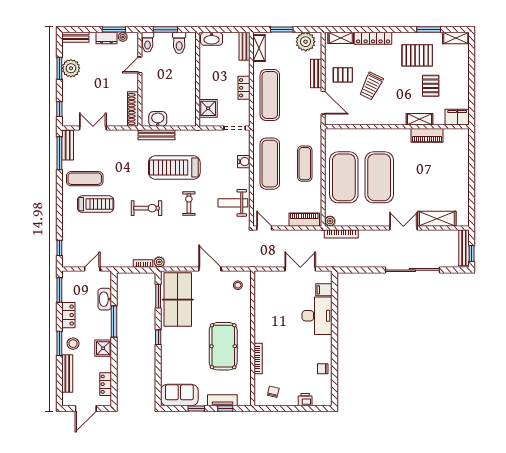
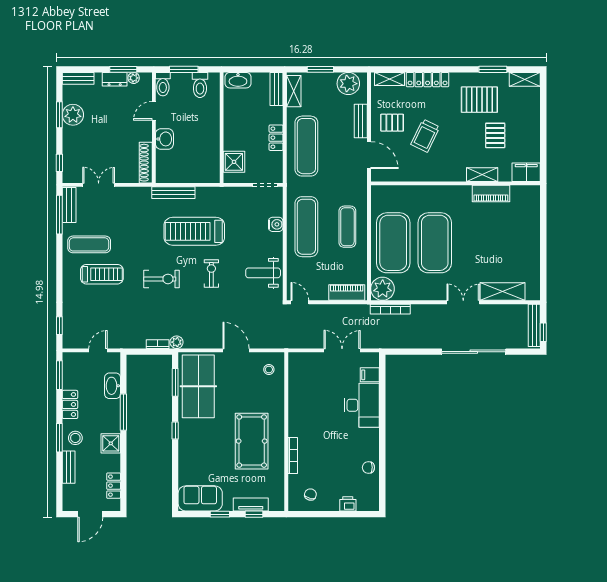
washbasin: (158, 119) -> (164, 139), moved, turned 90
plant: (330, 221) -> (383, 289), width x1.88, depth x1.88
bench: (67, 374) -> (69, 467), width x0.73

